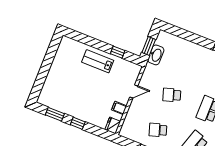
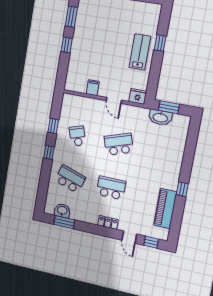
window: (118, 52) -> (160, 43), moved
school desk: (172, 95) -> (119, 144), width x1.85
fridge: (113, 125) -> (138, 96), moved

